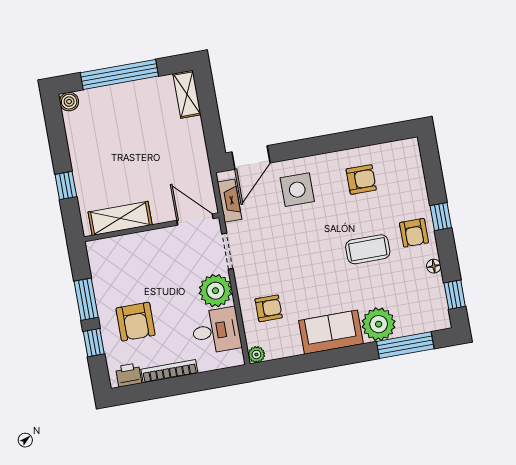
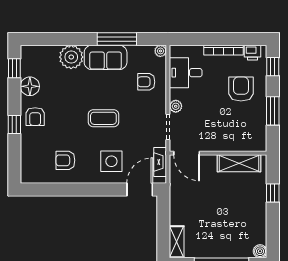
armchair: (414, 233) -> (35, 117), turned 180
coffee table: (368, 249) -> (103, 118), moved
floor lamp: (434, 266) -> (30, 86), width x1.89, depth x1.89
plant: (215, 291) -> (176, 106), width x0.53, depth x0.53
window: (94, 343) -> (273, 67), moved
window: (405, 345) -> (117, 39), moved

